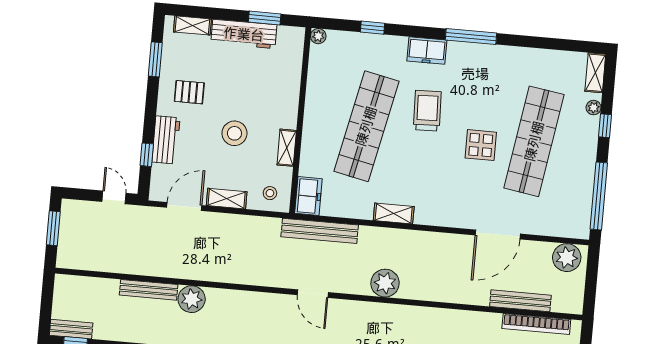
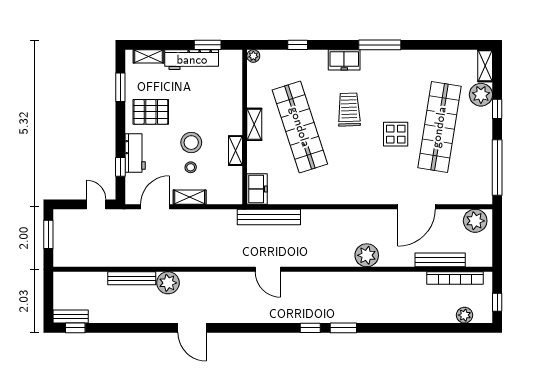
pallet: (189, 92) -> (151, 112), width x1.50, depth x1.42
plant: (594, 108) -> (481, 95), width x1.88, depth x1.88
shop shelf: (366, 126) -> (300, 127), turned -30
stool: (270, 193) -> (191, 167), moved
shelving: (394, 213) -> (254, 124), moved, turned 90
plant: (385, 283) -> (367, 255), moved

